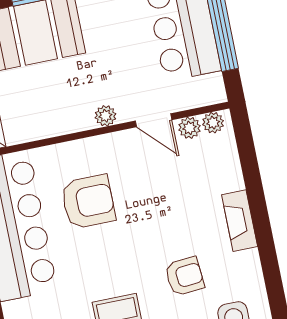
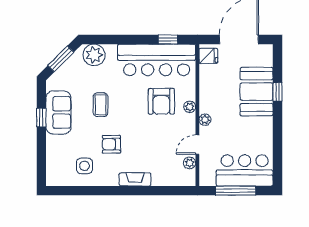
plant: (213, 123) -> (190, 107), moved
armchair: (185, 276) -> (111, 144), turned 95

